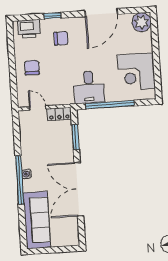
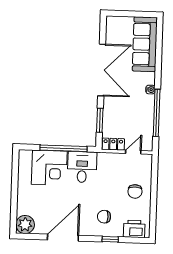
corner desk: (136, 72) -> (49, 168), moved, turned 90
door: (38, 108) -> (133, 152), swing flipped
window: (20, 180) -> (157, 113), moved

